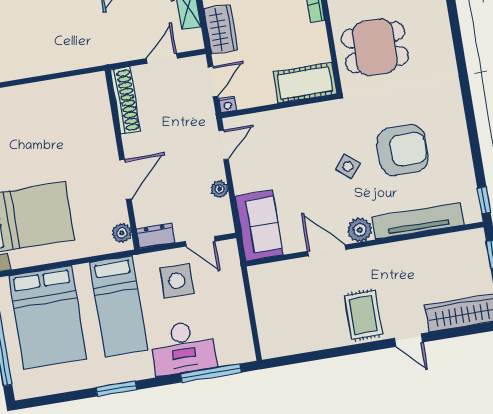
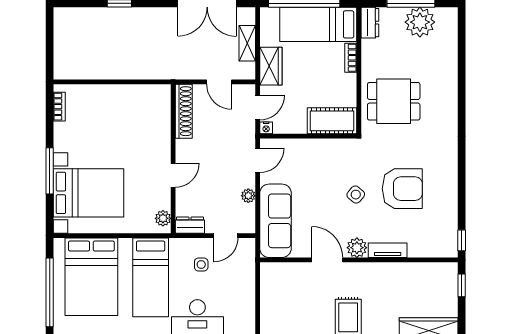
door: (162, 58) -> (219, 82), swing flipped
door: (125, 179) -> (173, 175), width x0.73
tv unit: (418, 221) -> (388, 250), width x0.52, depth x0.78
sofa: (259, 225) -> (275, 221), width x1.36
door: (201, 241) -> (226, 236), hinge flipped
side table: (177, 281) -> (201, 264), width x0.54, depth x0.54

